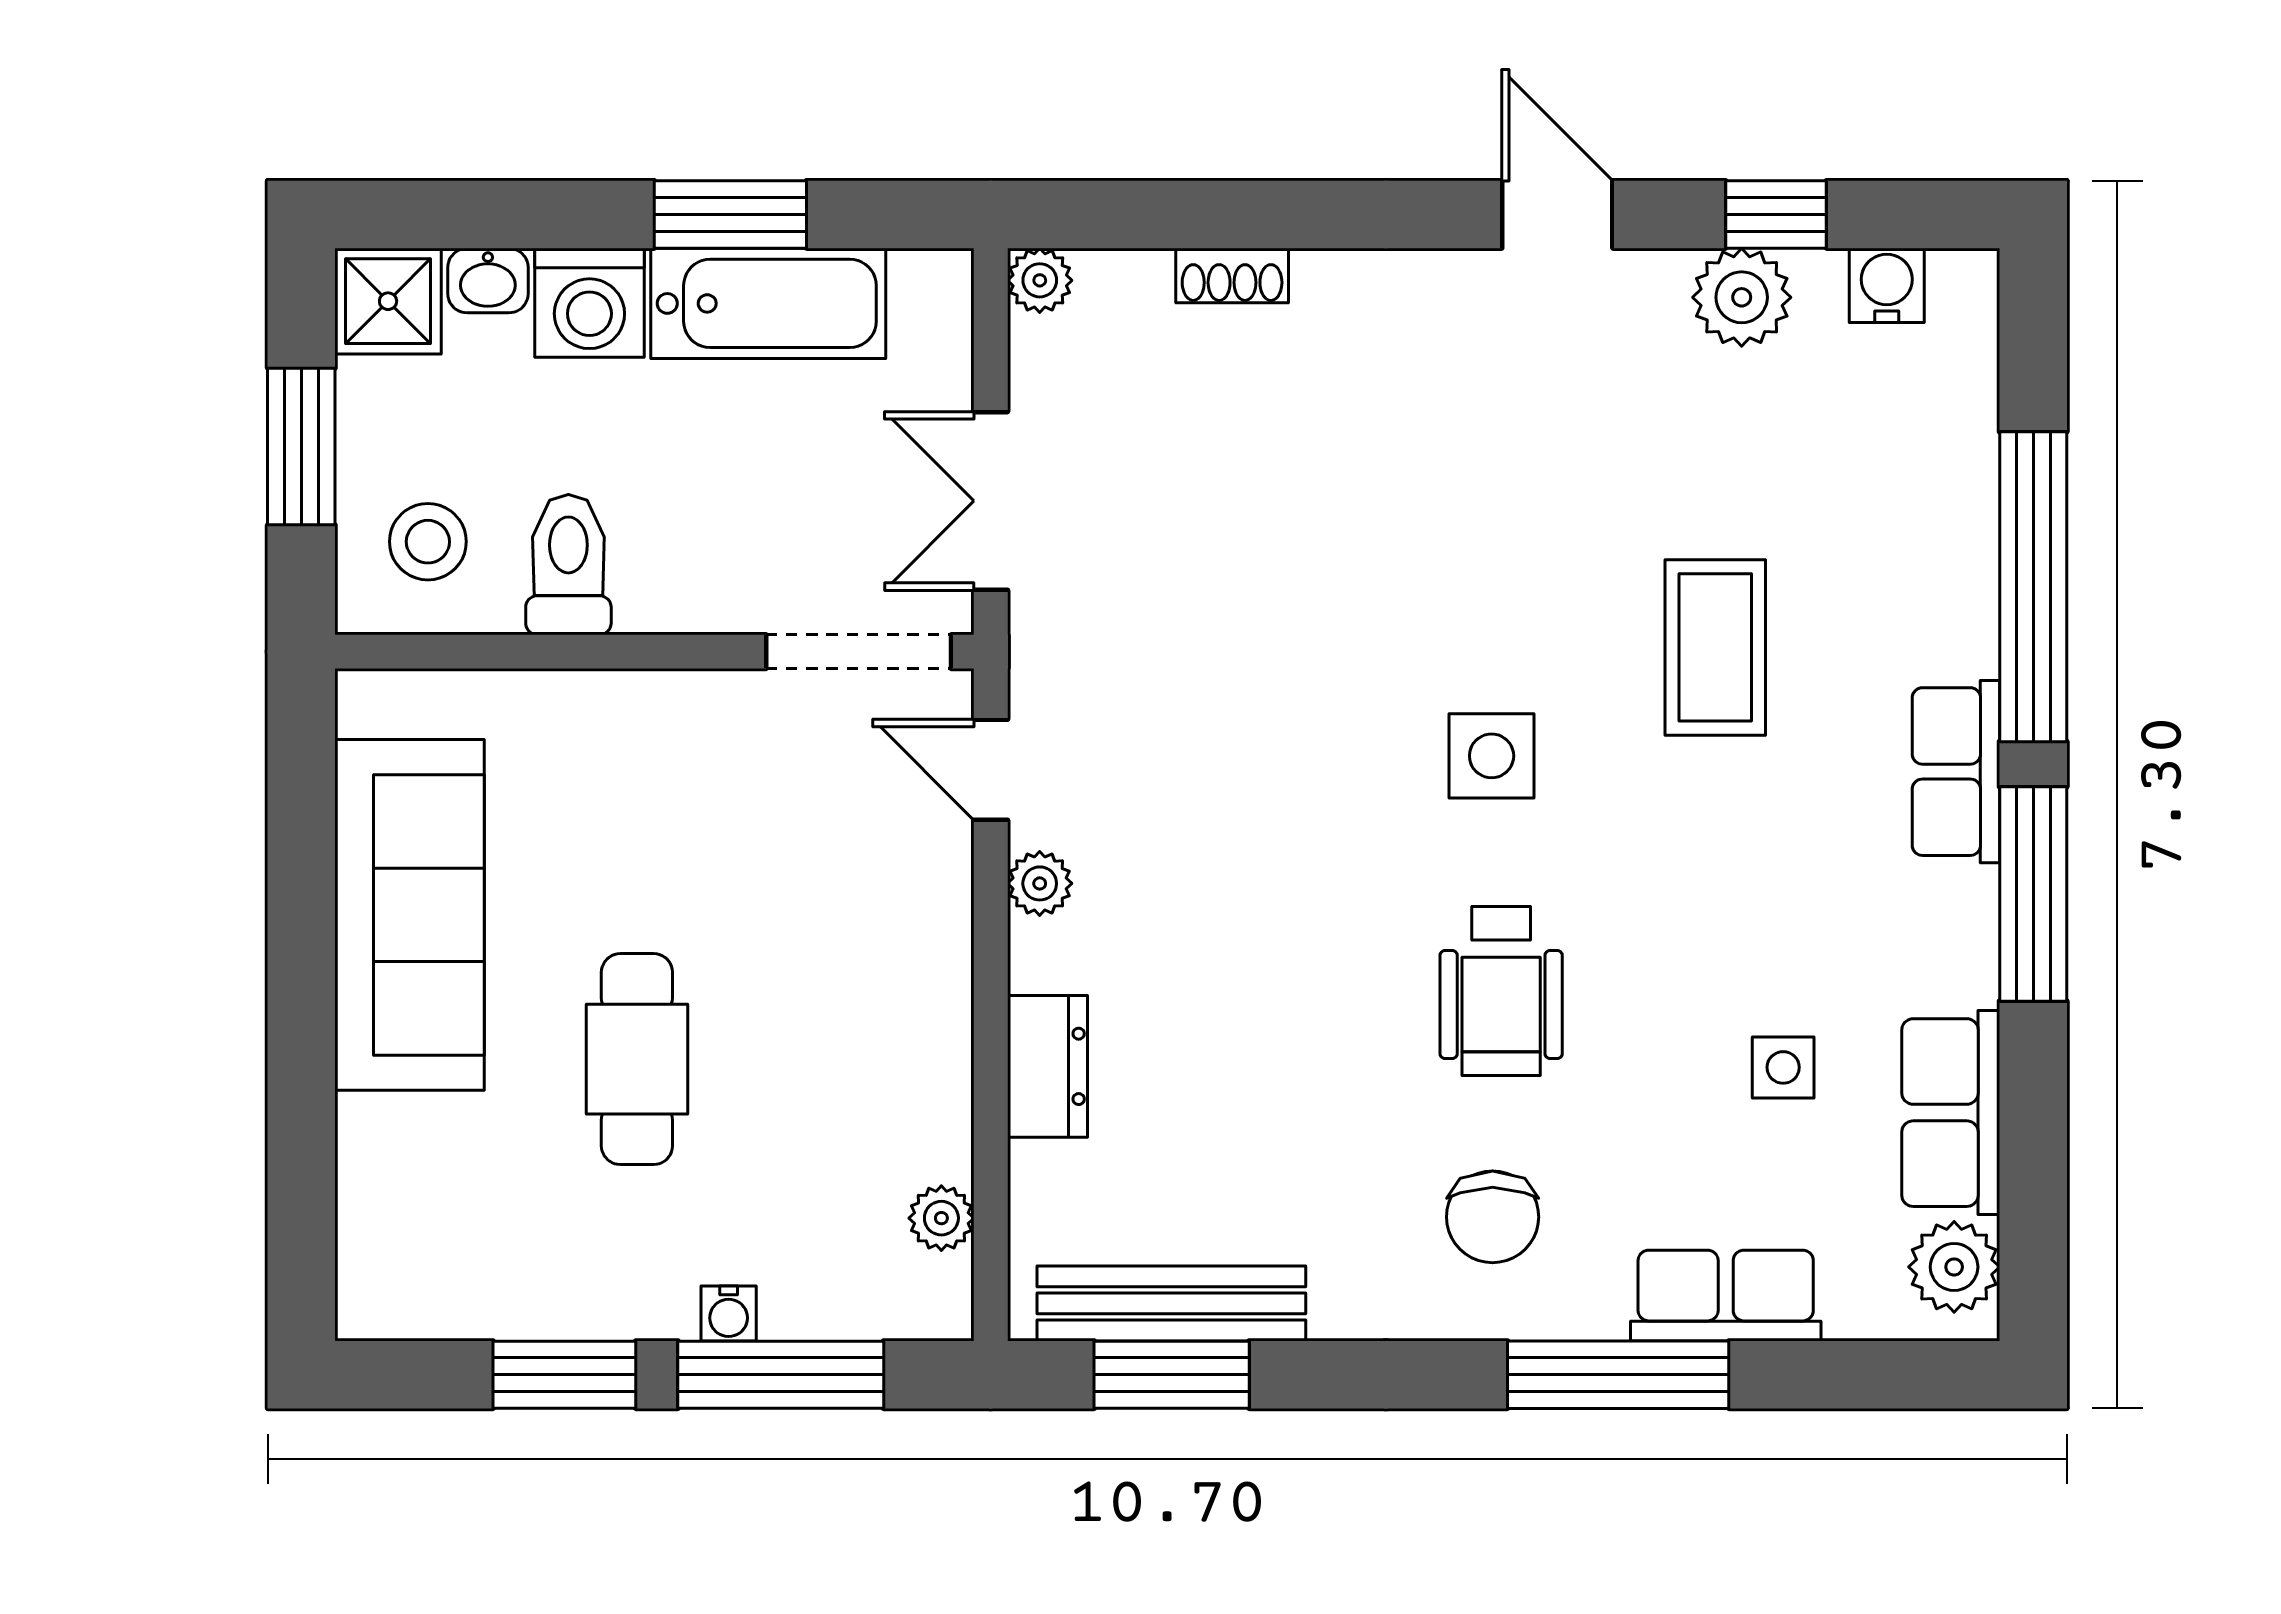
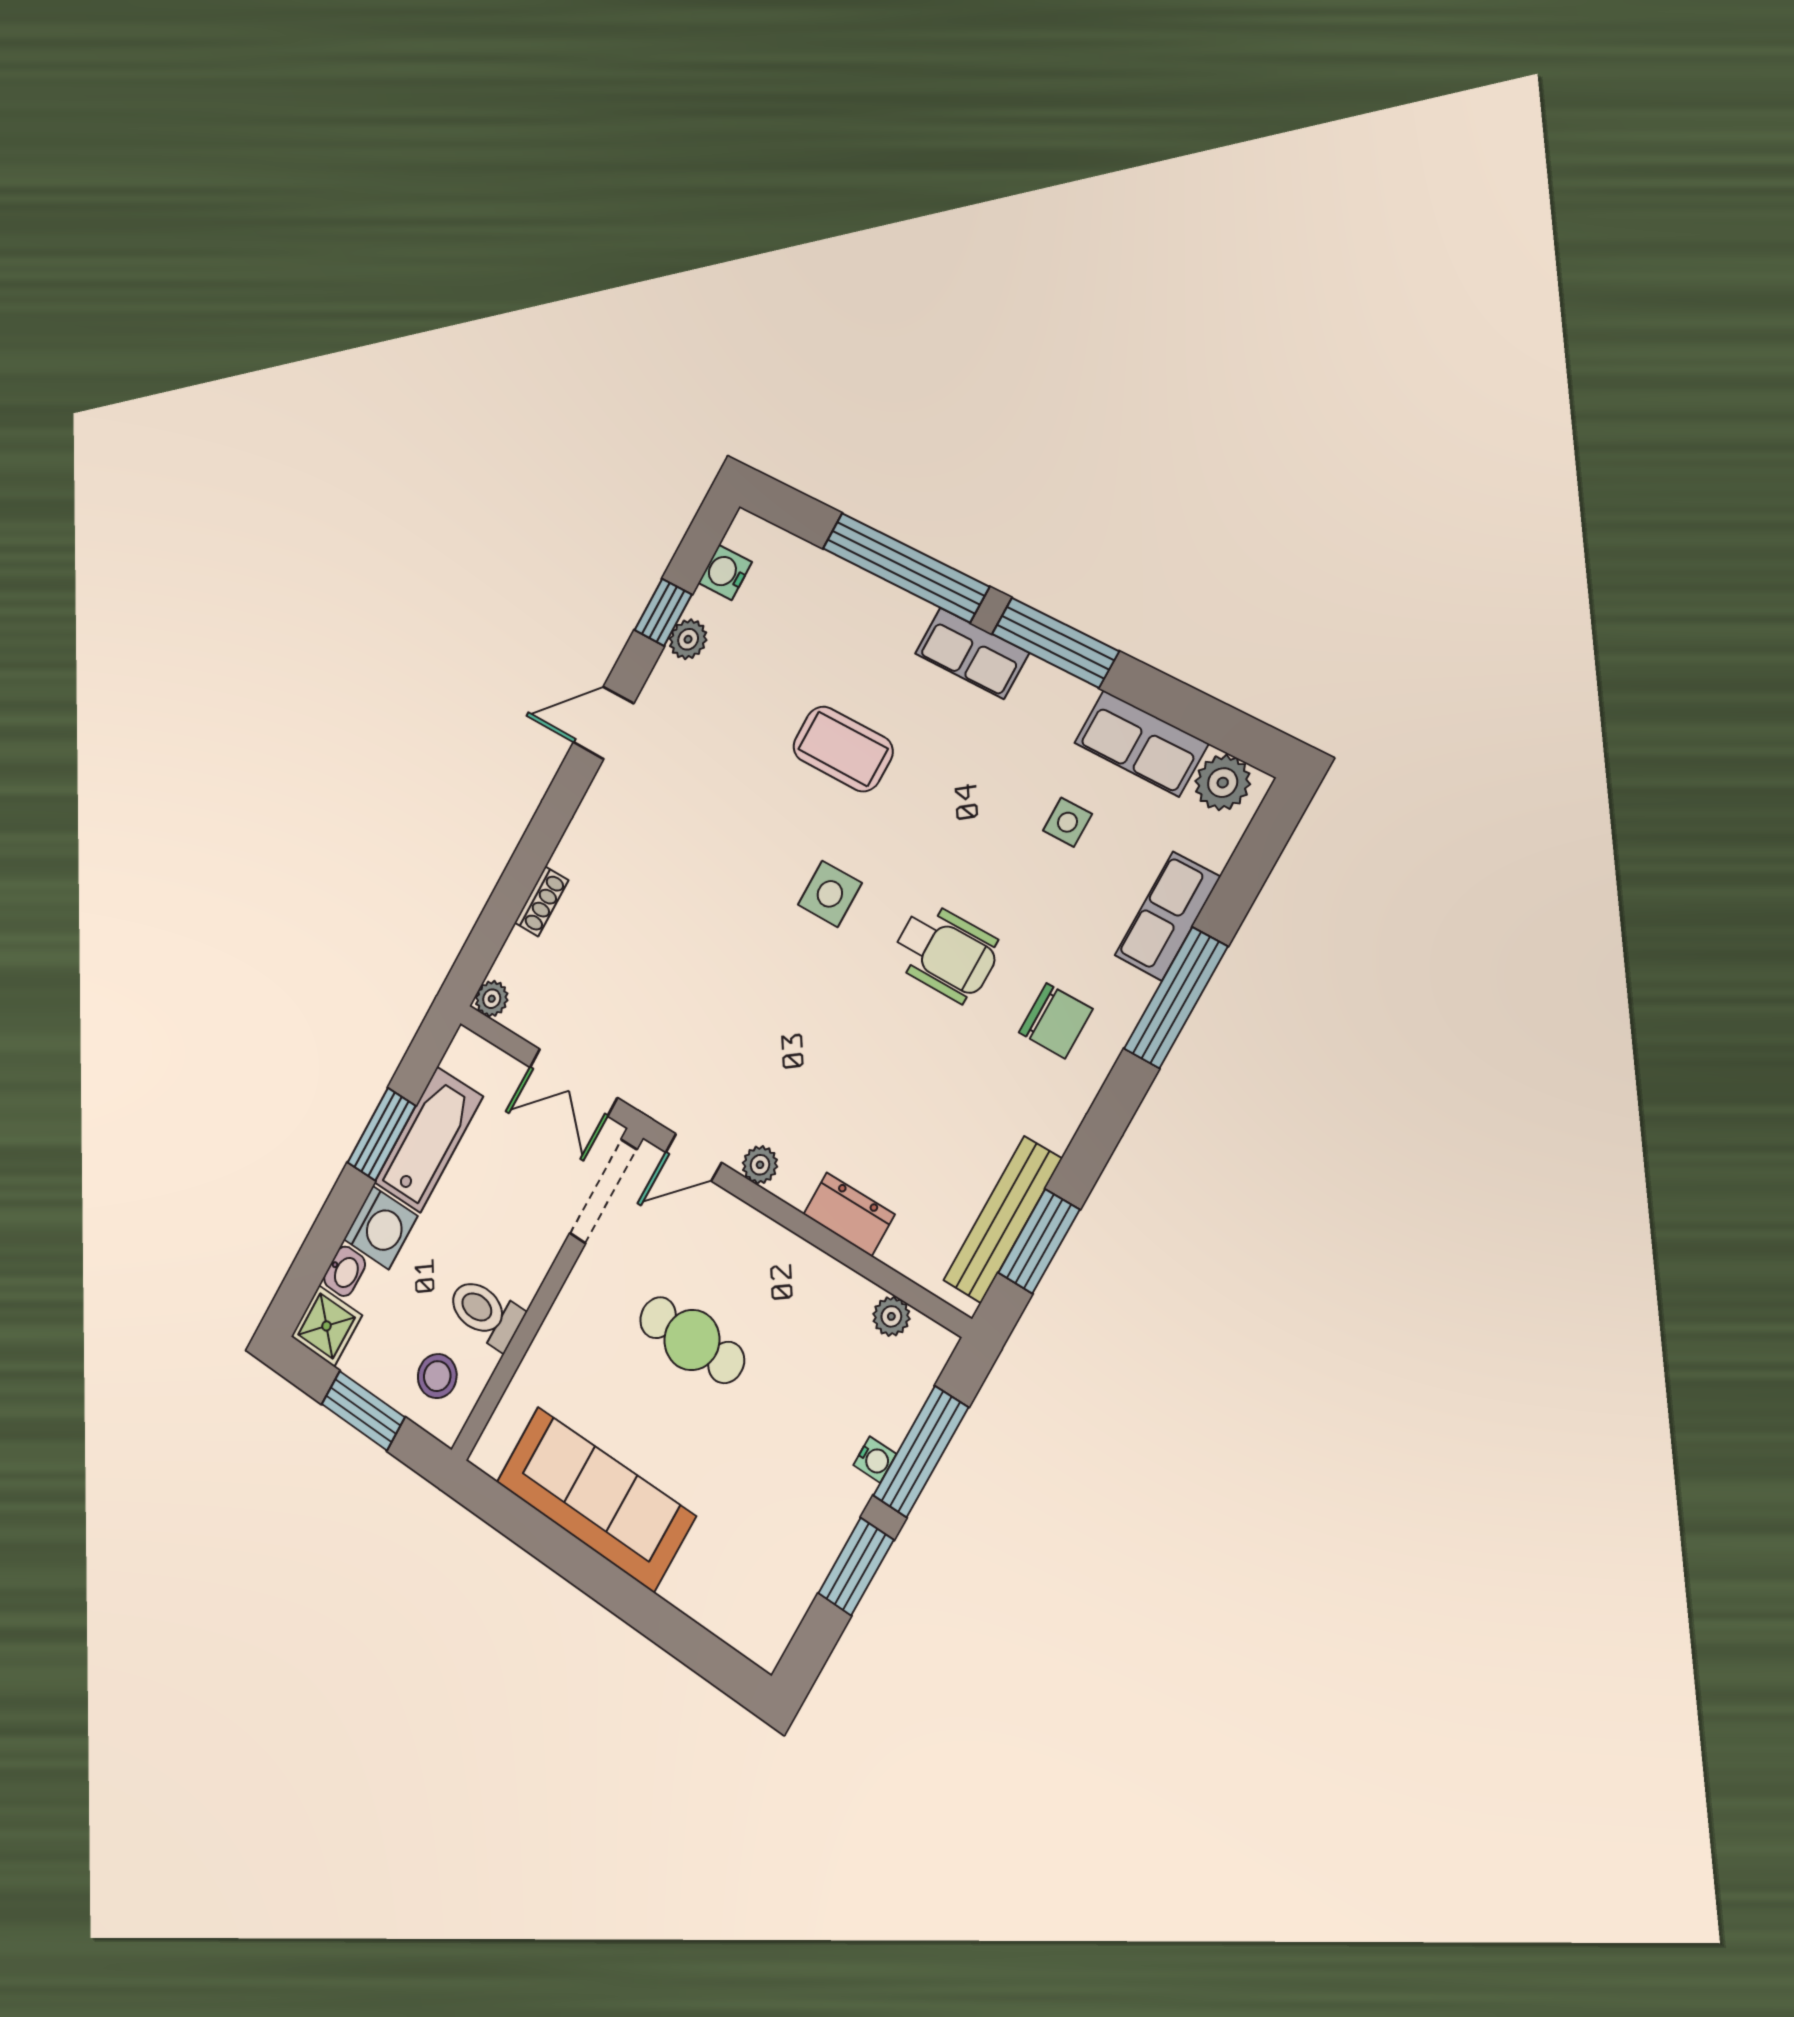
plant: (1742, 297) -> (688, 639), width x0.73, depth x0.73
cafe table: (637, 1059) -> (692, 1340), moved

